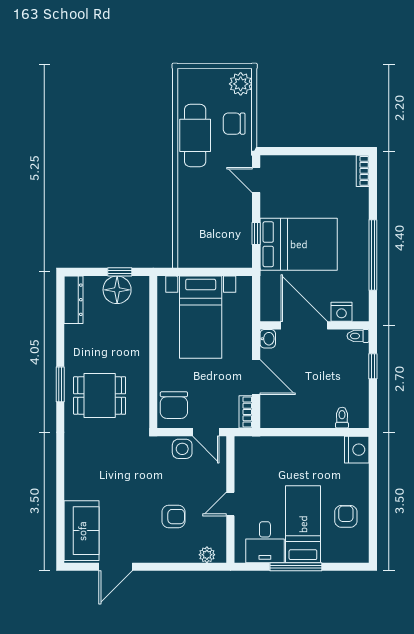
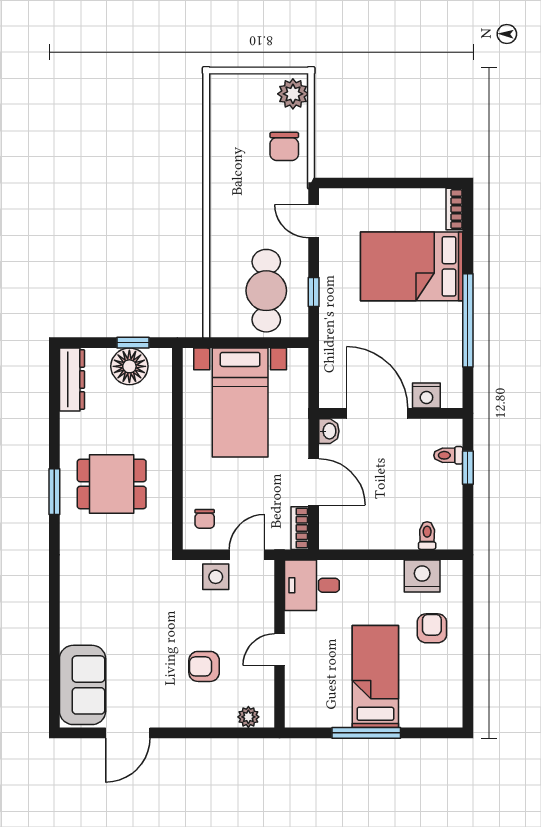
chair: (234, 124) -> (284, 146), turned -90
cafe table: (195, 135) -> (266, 291), moved
bed: (299, 244) -> (412, 266), moved, turned 180
toilet: (358, 336) -> (448, 455), moved
dining table: (100, 396) -> (112, 484), moved
chair: (174, 405) -> (205, 519), width x0.54, depth x0.54
door: (206, 432) -> (247, 555), swing flipped
nightstand: (357, 450) -> (422, 576), moved, turned -90
armchair: (346, 516) -> (432, 628), moved
armchair: (173, 517) -> (204, 666), turned 180
desk: (265, 542) -> (312, 585), moved, turned 90

